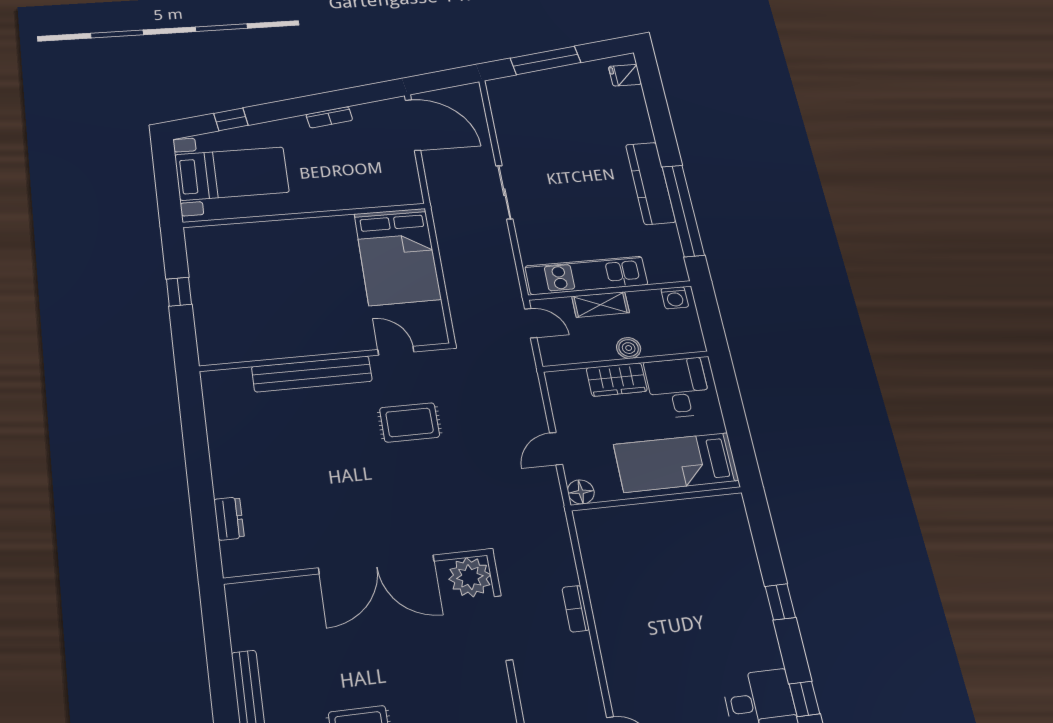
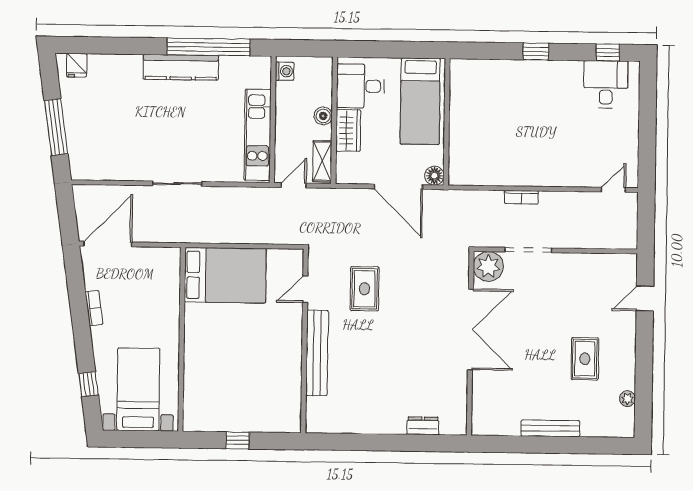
shelving: (601, 305) -> (322, 161), moved
door: (556, 449) -> (398, 187), width x1.87

